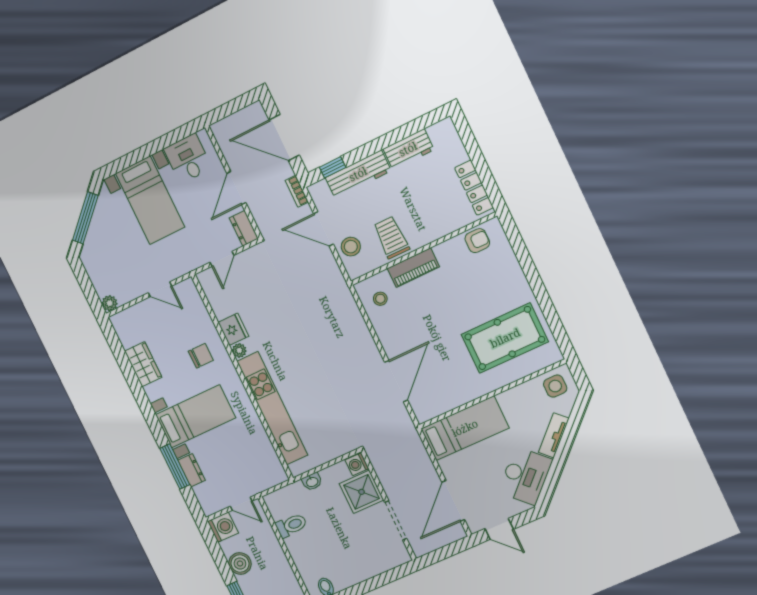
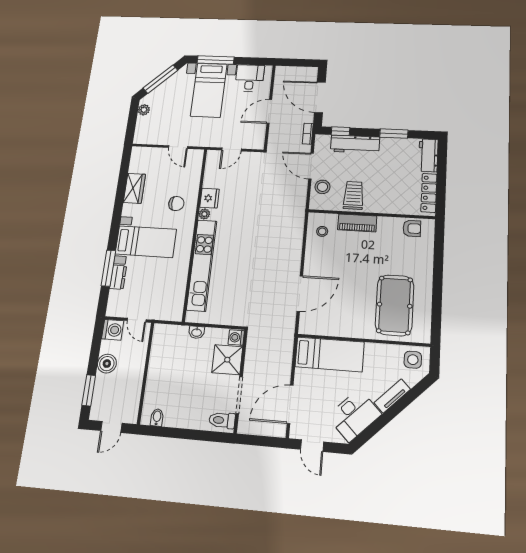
window: (395, 136) -> (394, 134), added
workbench: (408, 149) -> (428, 155), moved, turned 90
window: (134, 158) -> (216, 60), added
dresser: (244, 228) -> (258, 138), removed
plant: (110, 303) -> (144, 110), moved
pool table: (505, 338) -> (395, 305), turned 90
toilet: (291, 525) -> (222, 420), moved, turned 180

